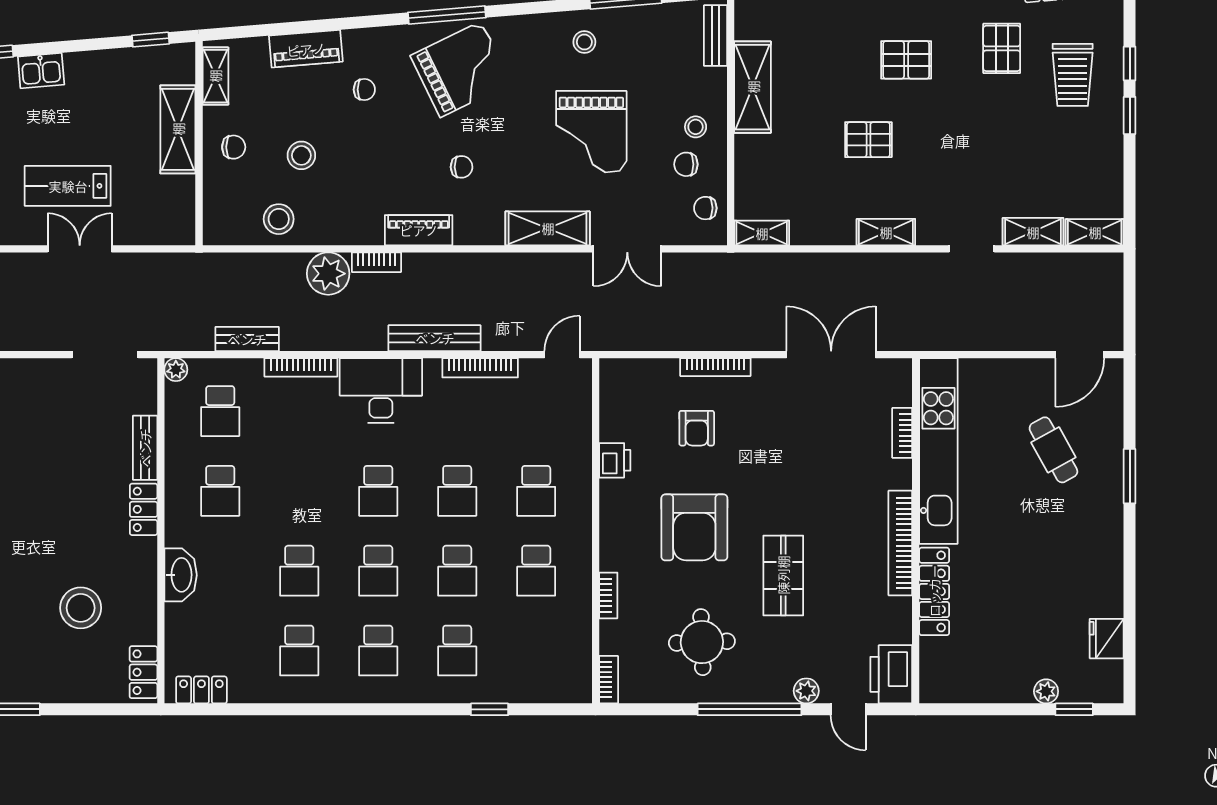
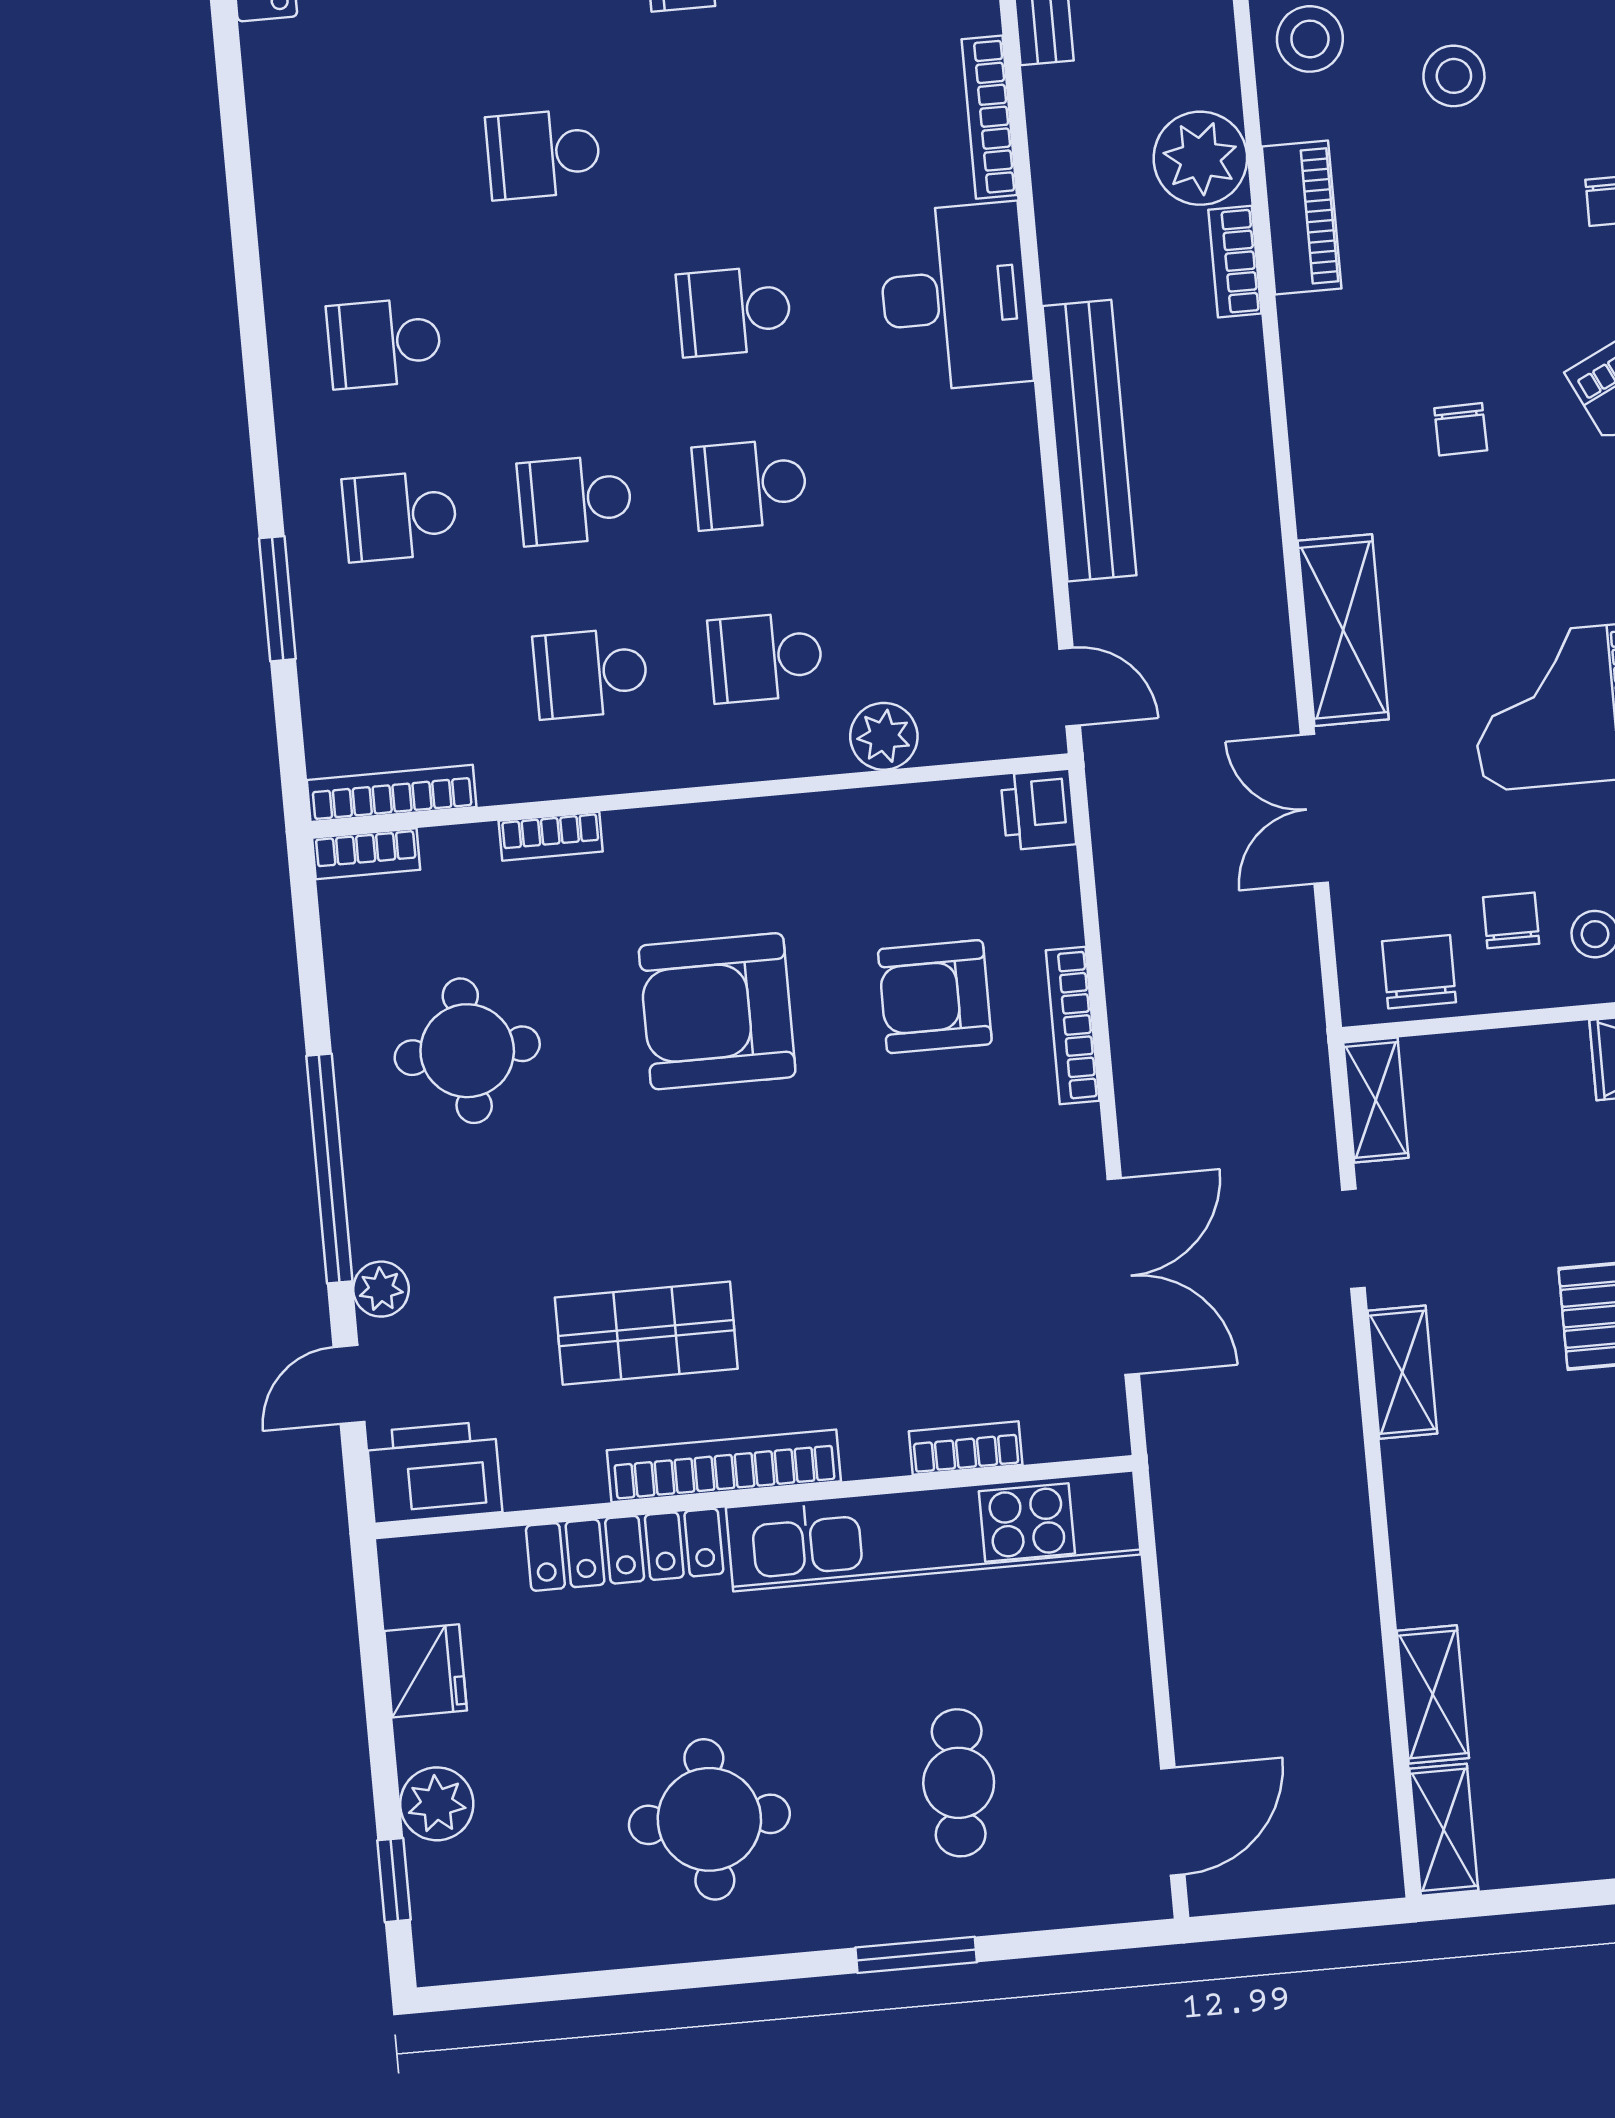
chair: (705, 208) -> (1419, 972), width x1.37, depth x1.37
piano: (419, 230) -> (1302, 217), moved
doorway: (972, 249) -> (1353, 1239), moved
bench: (435, 338) -> (1089, 441), width x1.37, depth x1.21
door: (1080, 355) -> (1173, 1821), swing flipped
bookcase: (480, 368) -> (392, 793), moved, turned 90
armchair: (697, 428) -> (935, 997), width x1.38, depth x1.38
plant: (577, 441) -> (884, 736), added
cafe table: (1053, 450) -> (959, 1783), turned -58
printer: (615, 460) -> (1038, 810), moved, turned 90
round table: (1060, 564) -> (709, 1819), added
school desk: (378, 571) -> (559, 327), removed
shop shelf: (783, 575) -> (646, 1333), moved
fridge: (1107, 639) -> (426, 1671), moved, turned 90
school desk: (299, 650) -> (369, 170), removed
plant: (1046, 691) -> (437, 1804), width x1.38, depth x1.38
window: (489, 709) -> (277, 599), width x1.50

